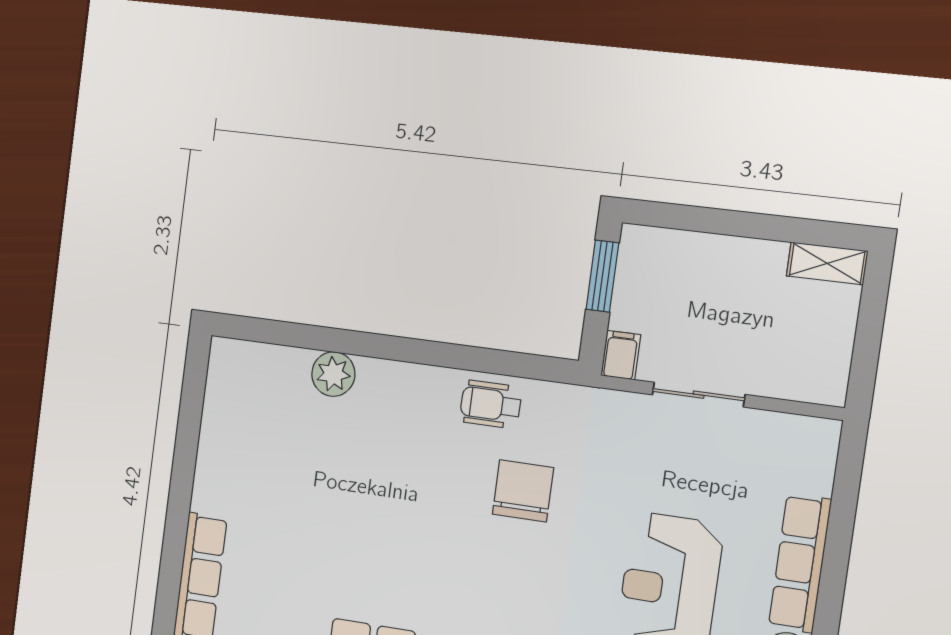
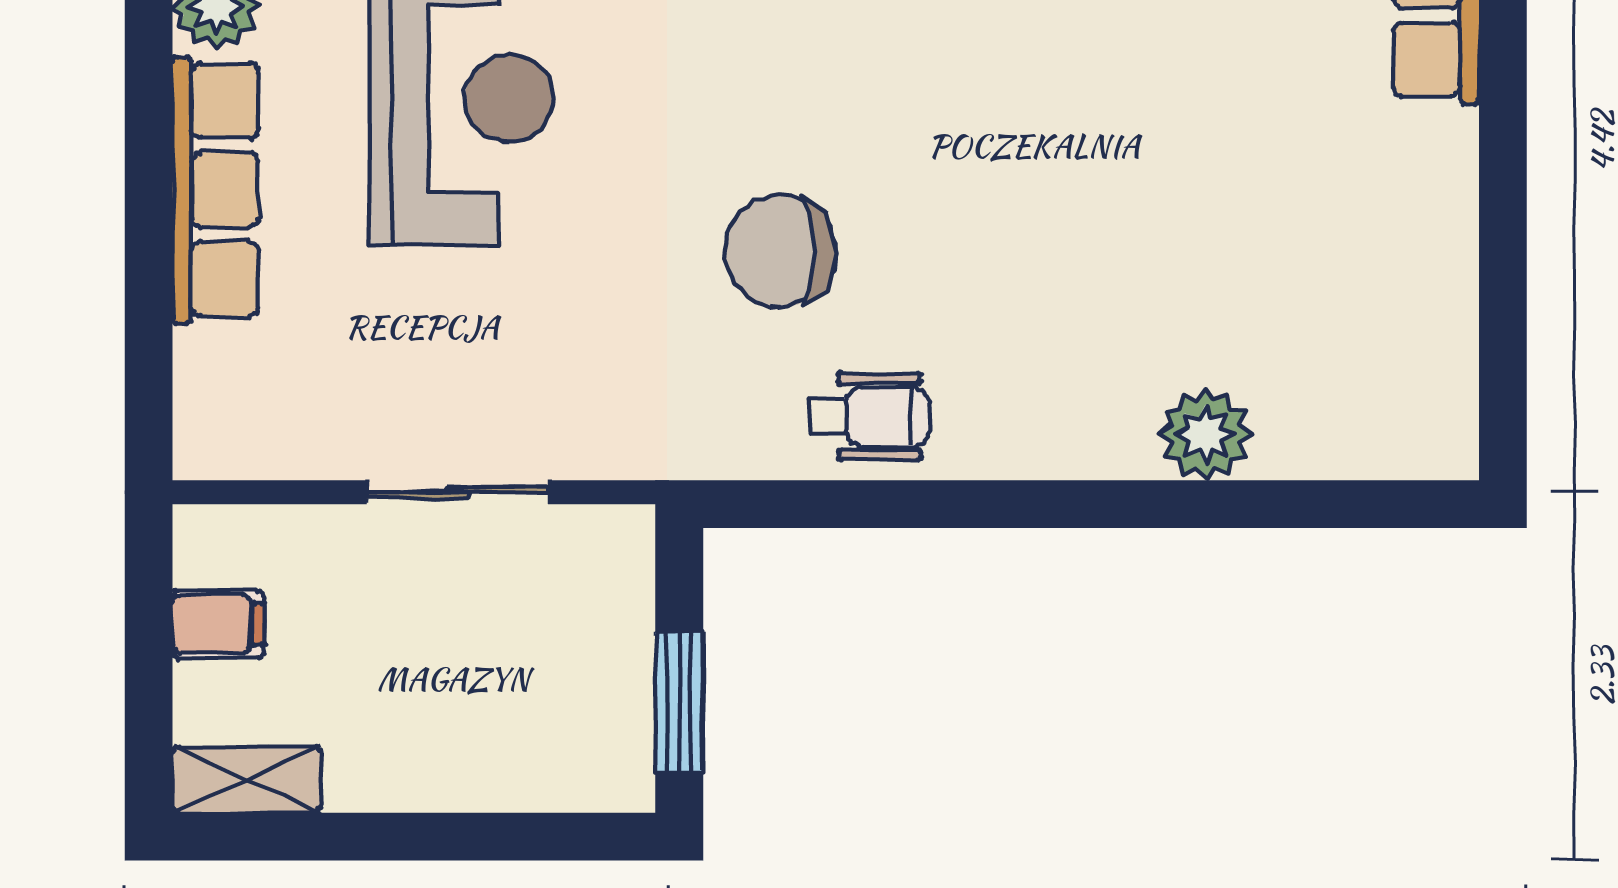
filing cabinet: (621, 355) -> (218, 624), moved, turned -90
chair: (523, 491) -> (780, 251), turned 90

